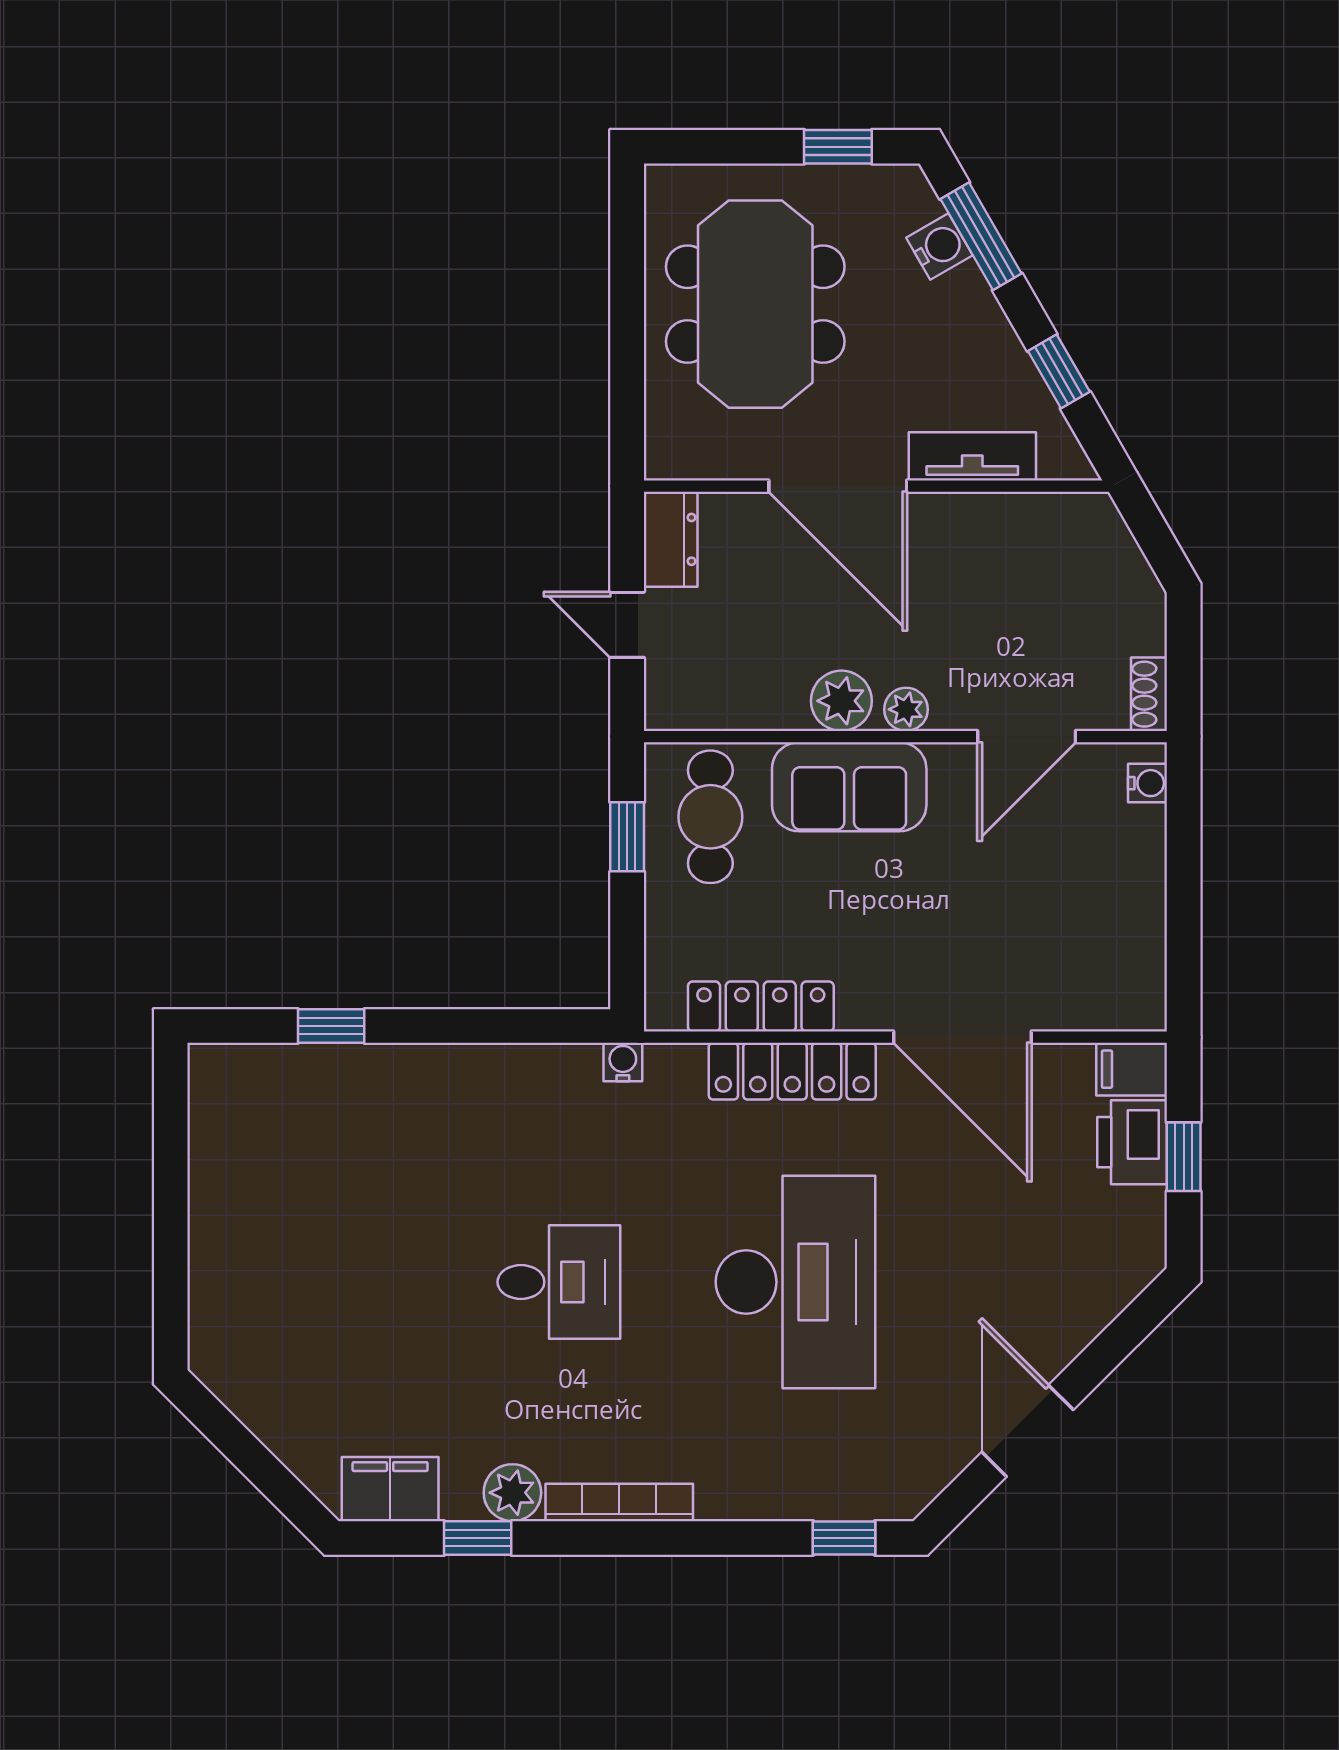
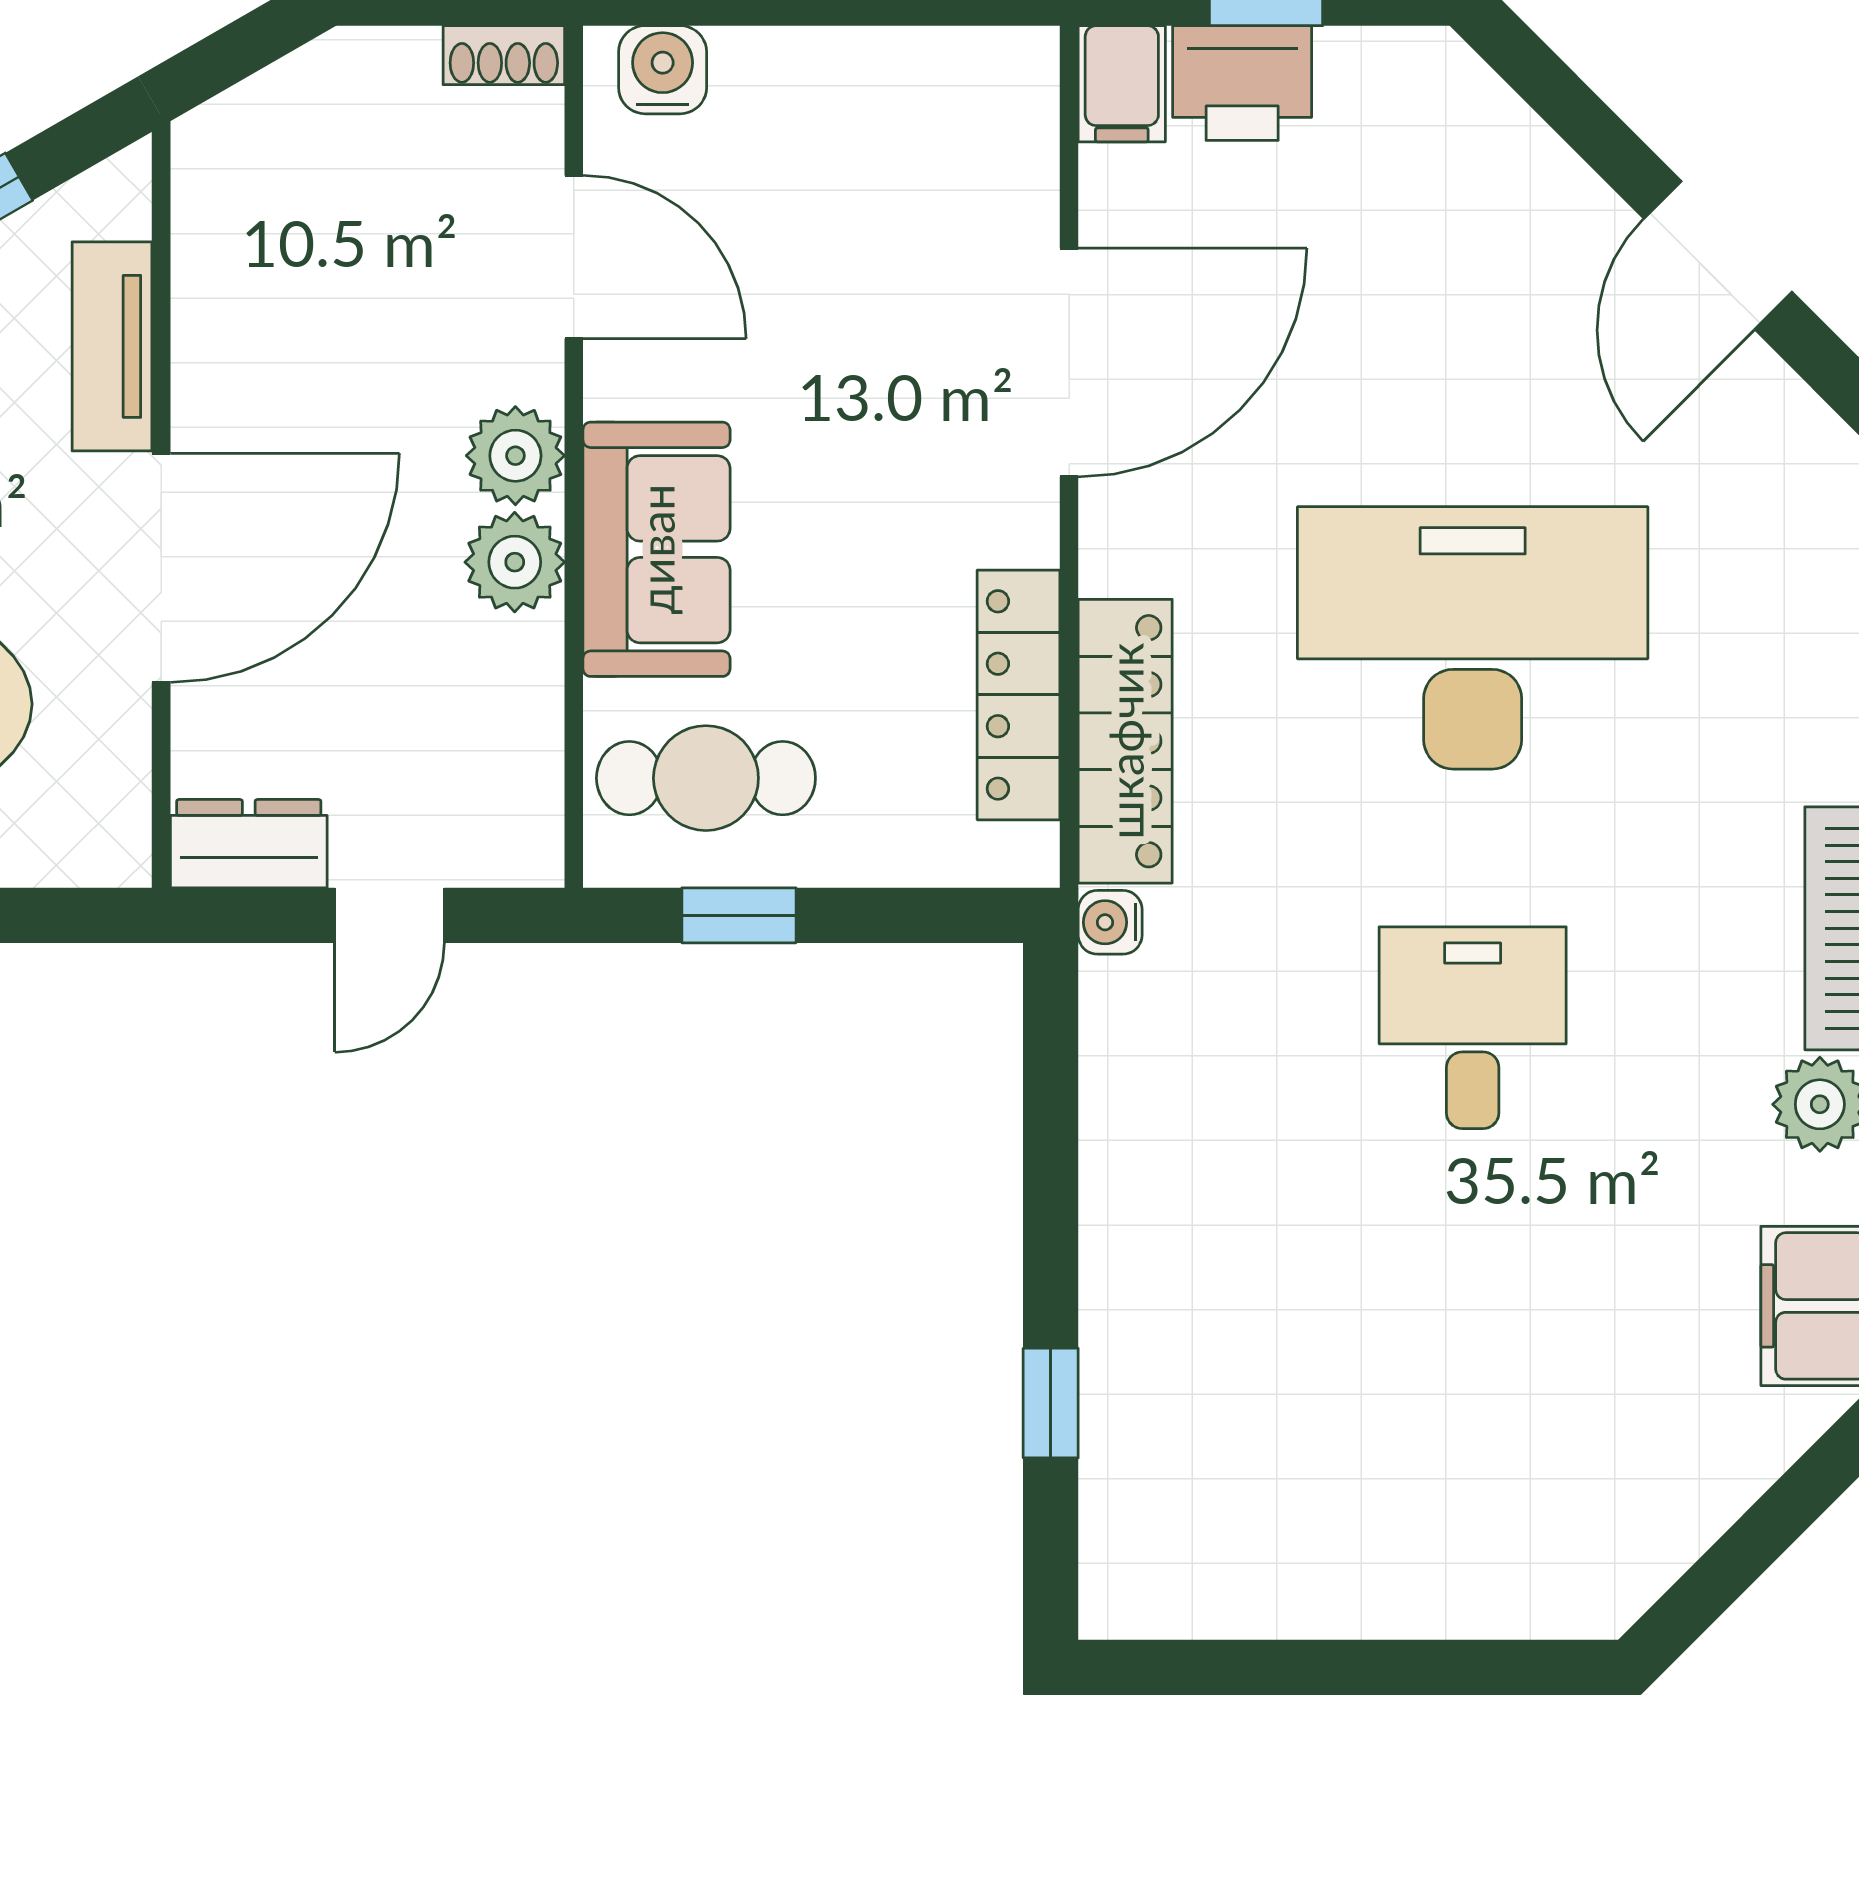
plant: (906, 709) -> (515, 456), width x1.38, depth x1.38
water cooler: (1148, 783) -> (663, 70), width x1.38, depth x1.38
locker: (792, 1071) -> (1125, 741), moved
door: (1028, 1431) -> (1718, 255), hinge flipped

